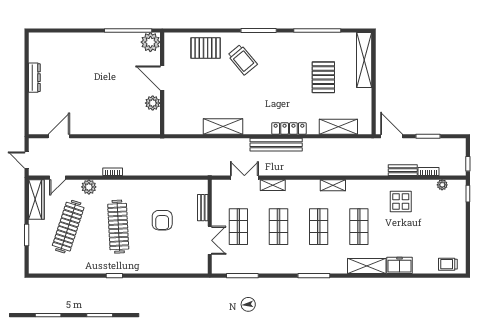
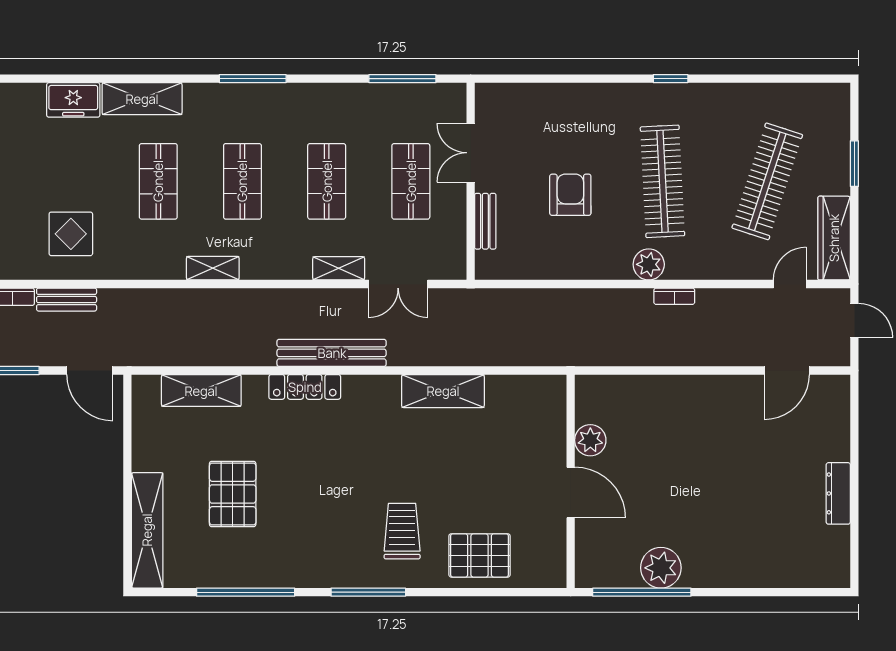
plant: (150, 42) -> (661, 568), moved
trolley: (243, 60) -> (402, 531), turned 40
plant: (89, 187) -> (649, 264), moved

